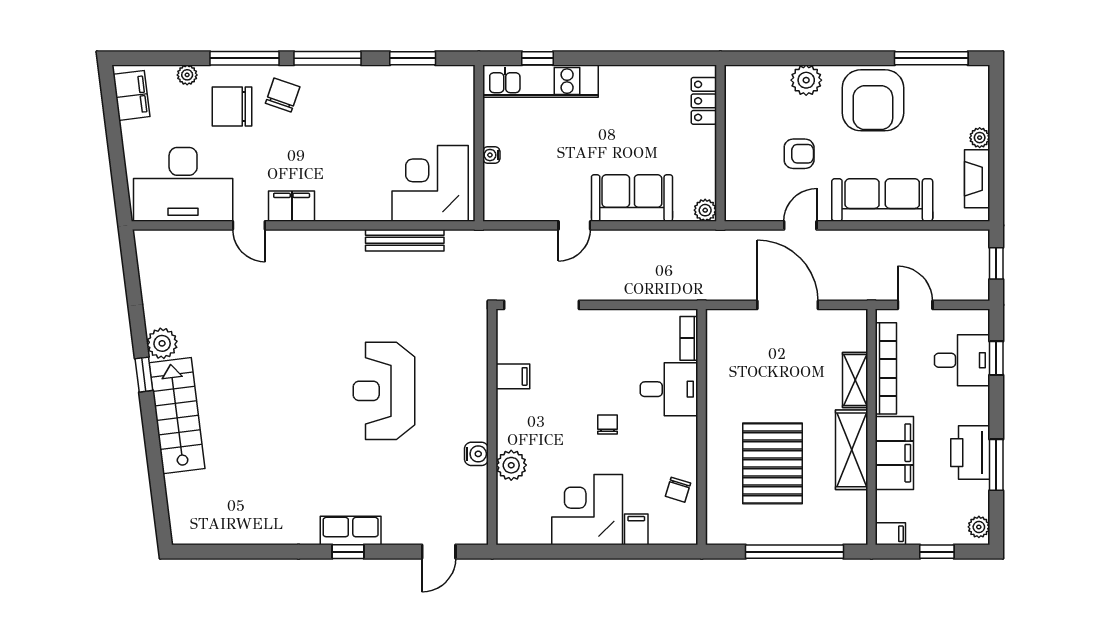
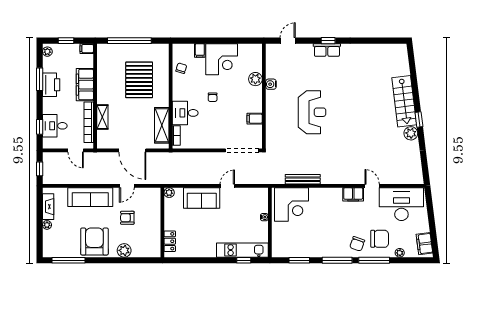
shelving: (852, 450) -> (162, 125), moved

